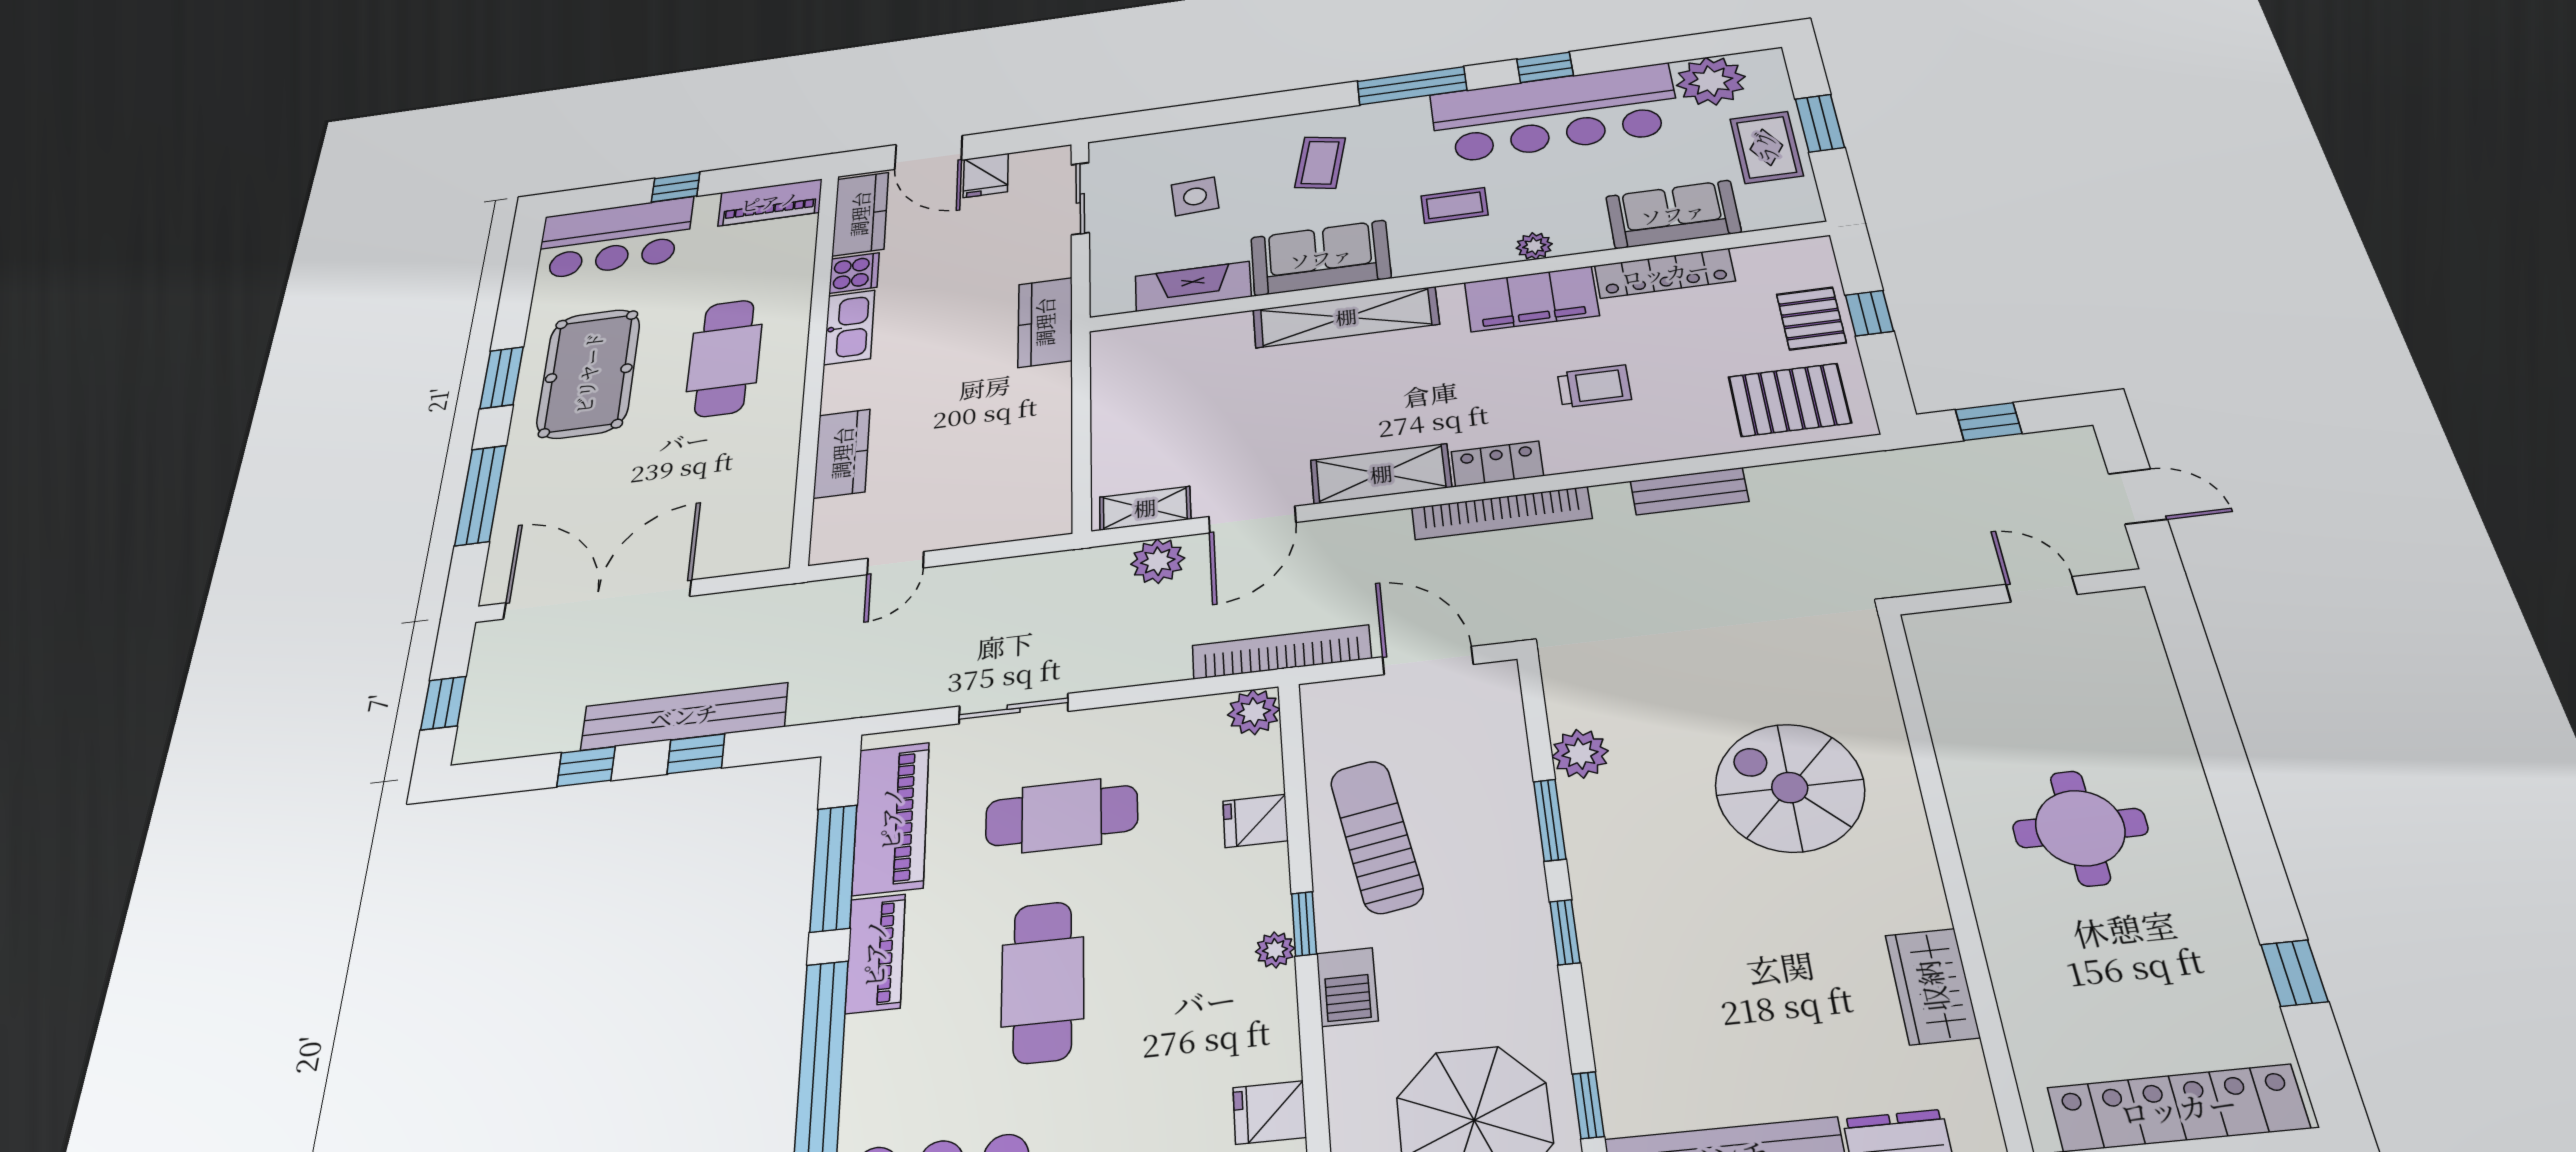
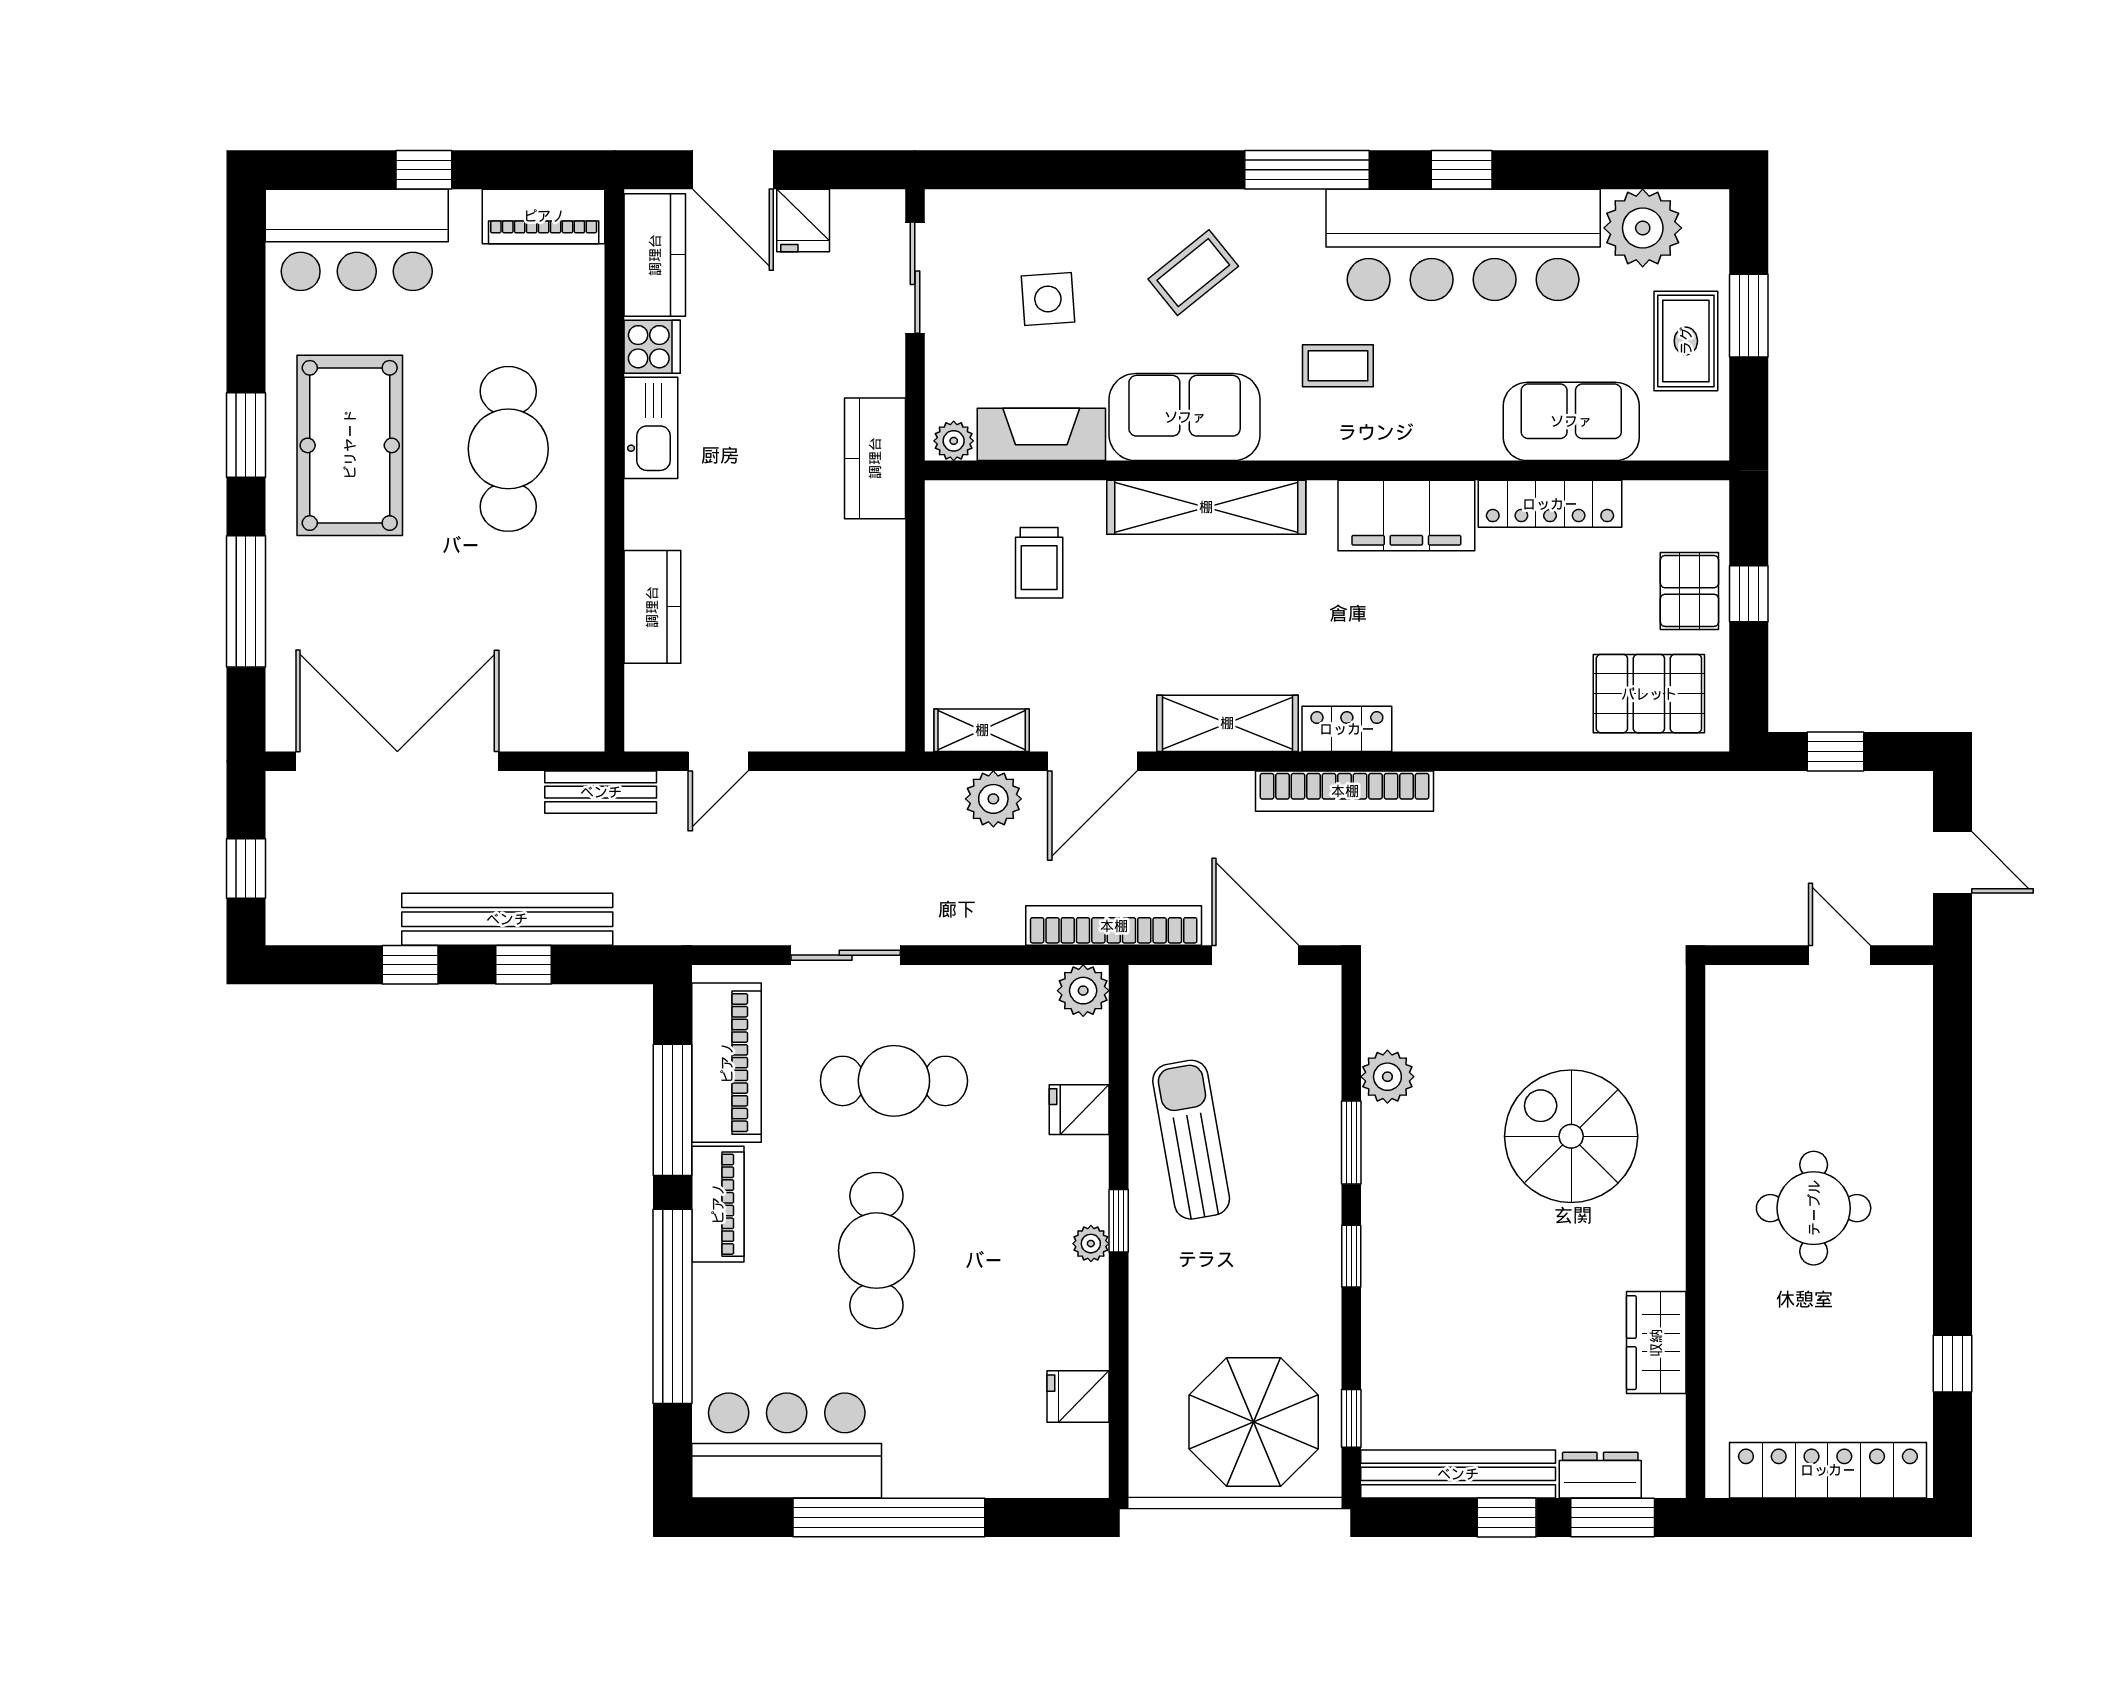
coffee table: (1320, 163) -> (1193, 273), turned 39
plant: (1534, 246) -> (954, 441), moved
trolley: (1594, 386) -> (1039, 563), moved, turned 90
bench: (1689, 491) -> (601, 792), moved
barbecue: (1347, 987) -> (1153, 1287), removed

